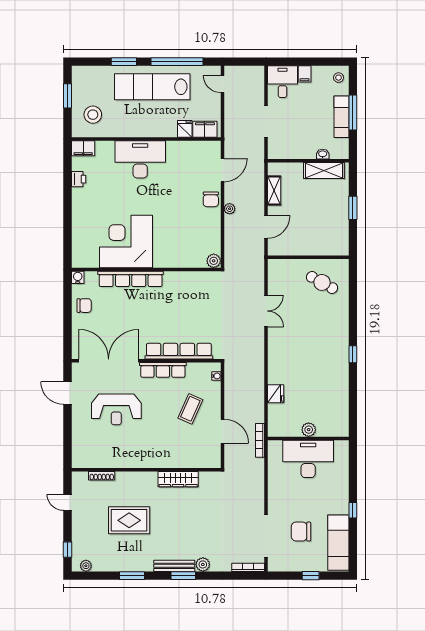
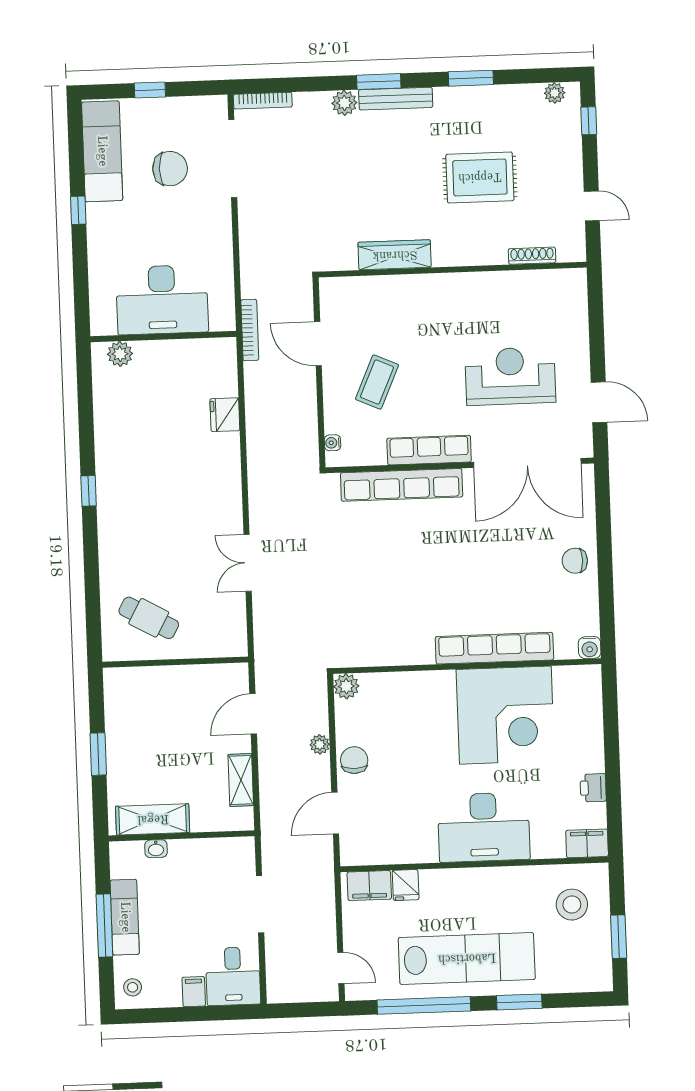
corner desk: (126, 242) -> (505, 715), moved
plant: (214, 261) -> (346, 686), moved
wall: (146, 270) -> (467, 666), moved
water cooler: (78, 277) -> (590, 648), moved
row of seats: (131, 279) -> (494, 648), moved
plant: (309, 430) -> (120, 354), moved

